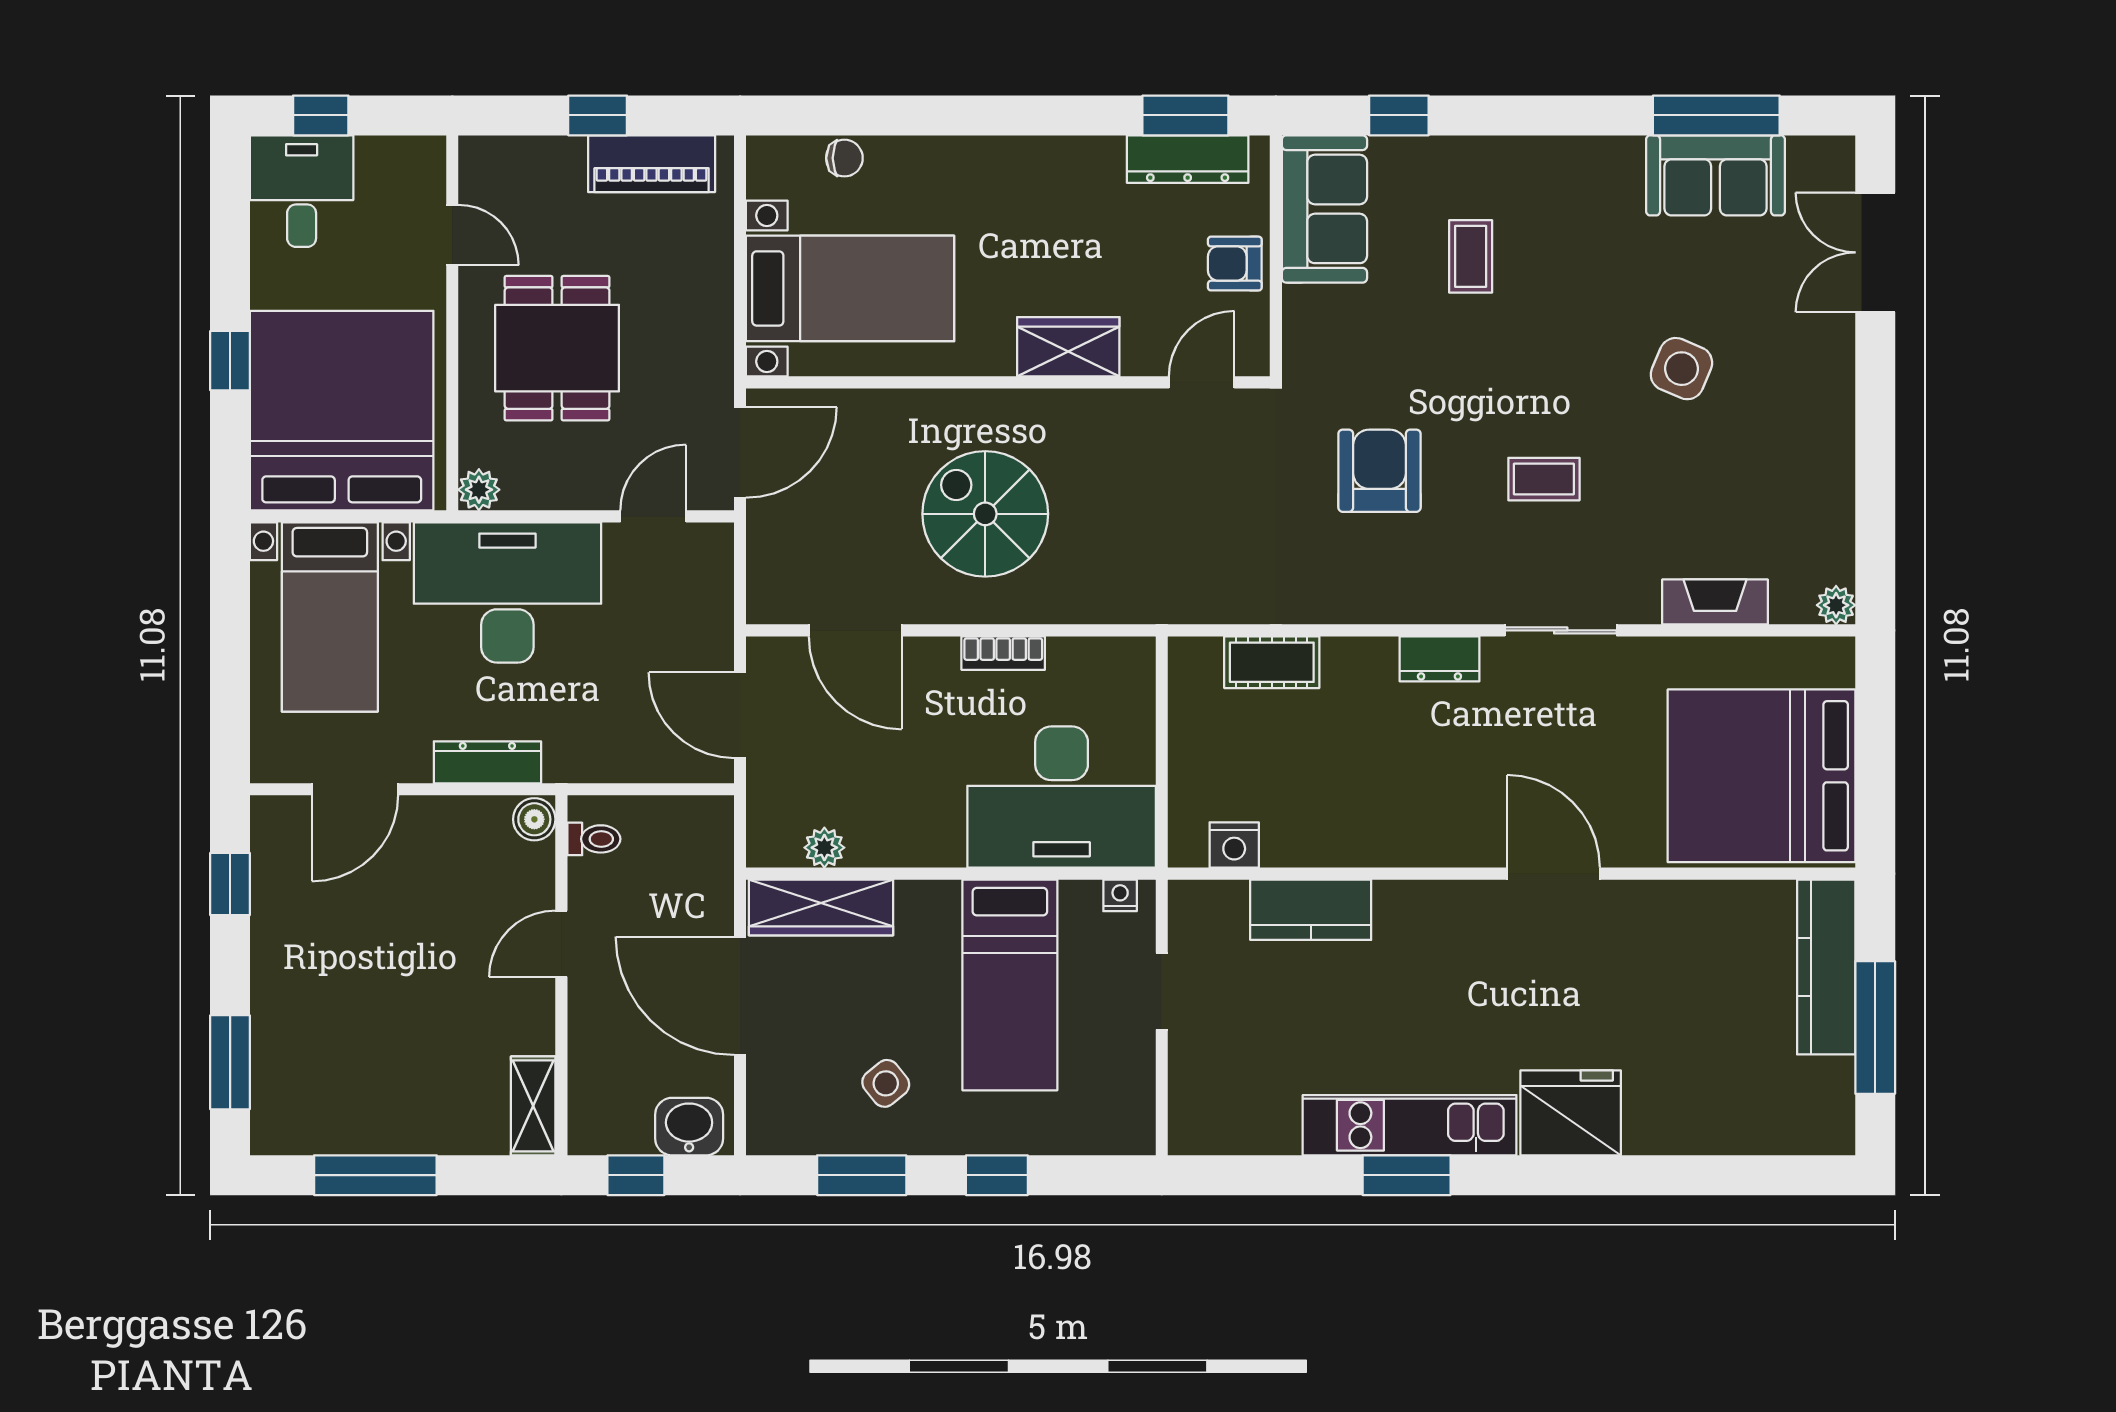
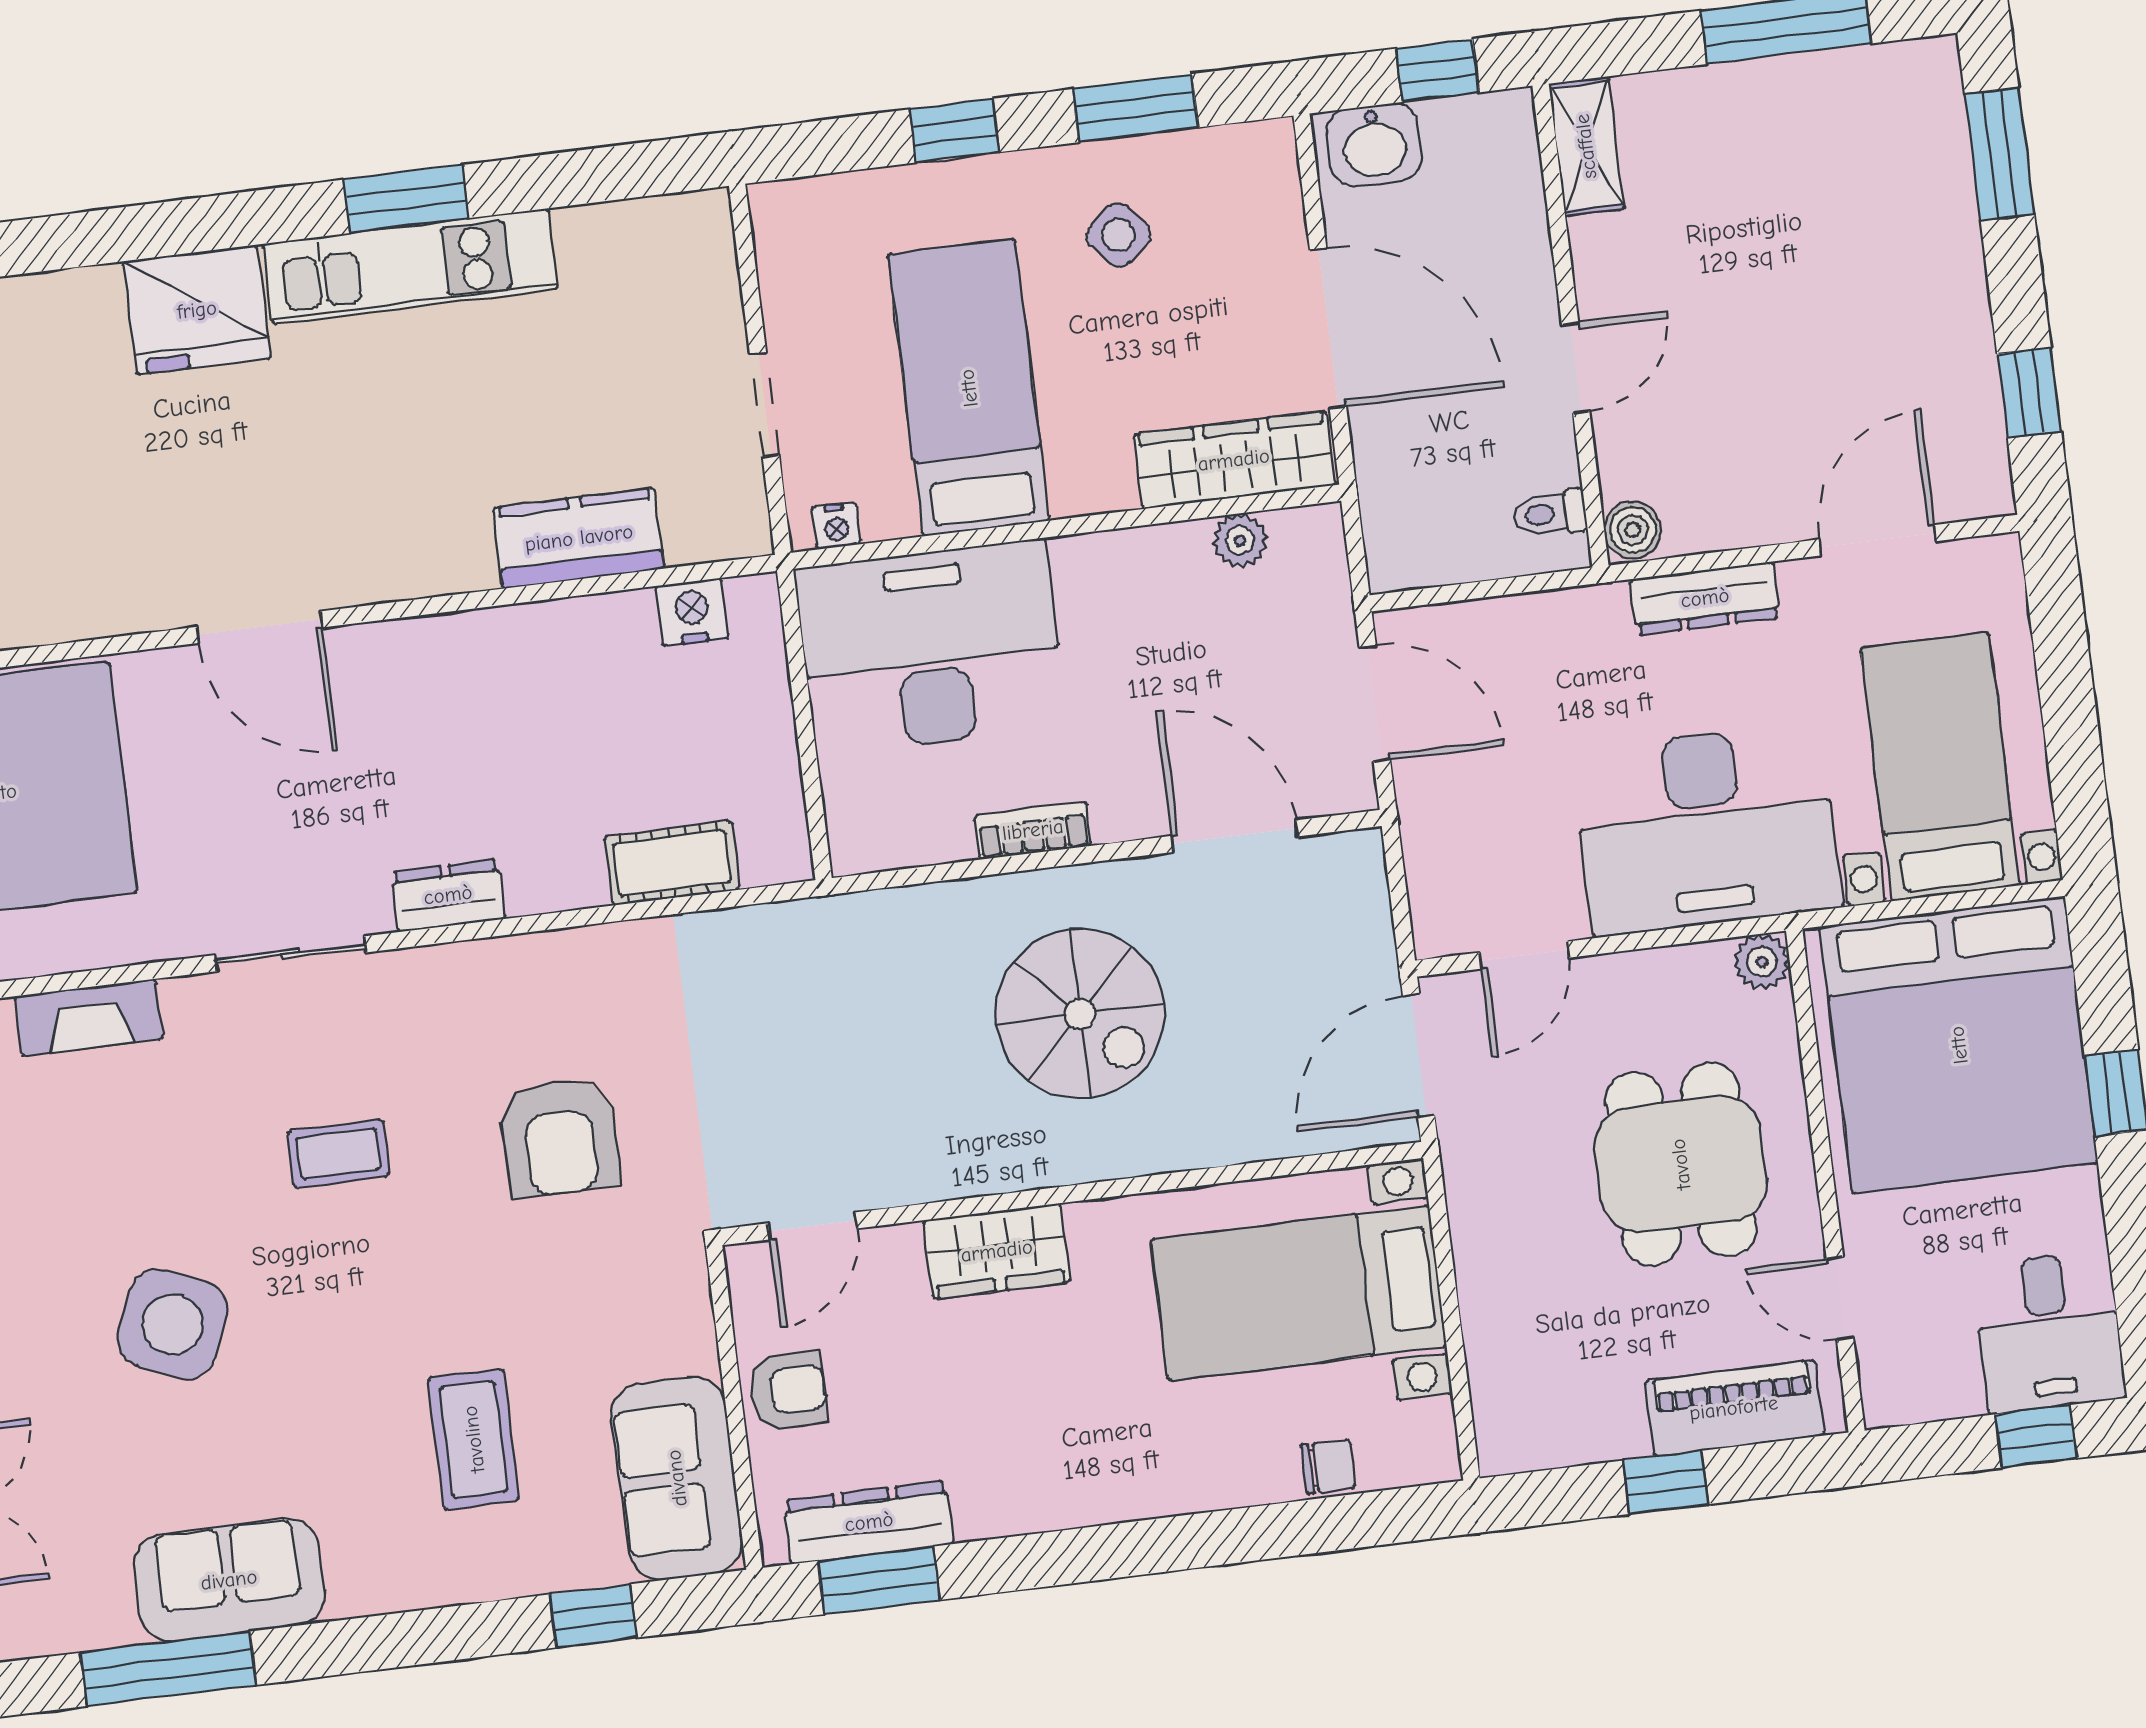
chair: (844, 158) -> (1328, 1466), turned 180
piano: (652, 164) -> (1734, 1408), moved
sofa: (1716, 175) -> (229, 1580), moved
coffee table: (1471, 256) -> (474, 1439), width x1.36, depth x1.30
side table: (1681, 369) -> (173, 1324), width x1.37, depth x1.37

